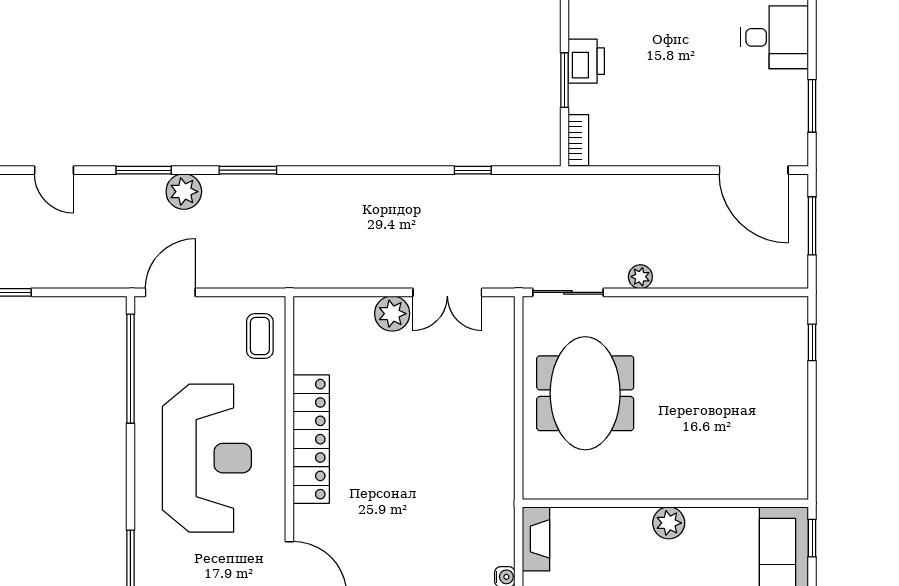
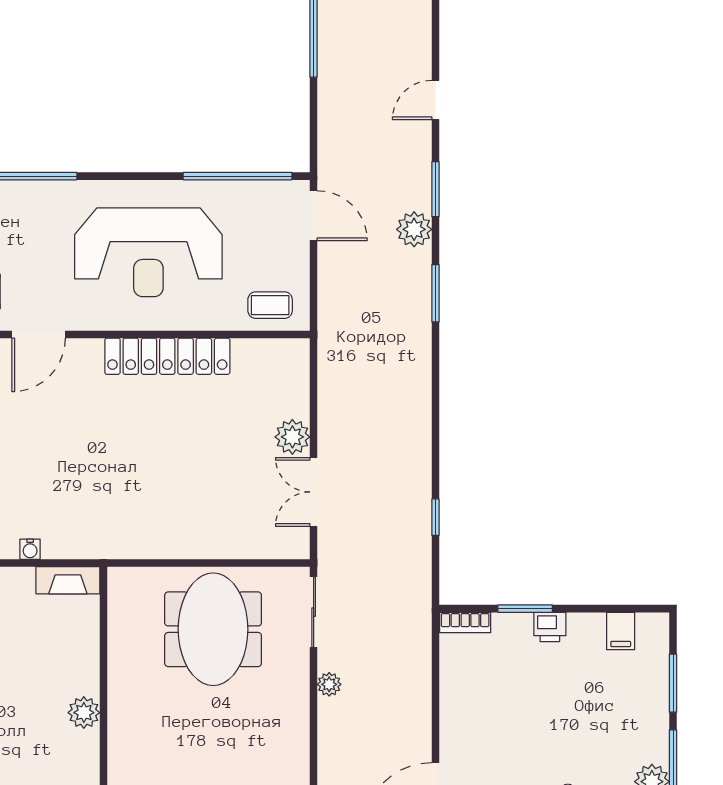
printer: (586, 61) -> (550, 627), width x0.73, depth x0.81
meeting table: (585, 393) -> (213, 629), turned 90

